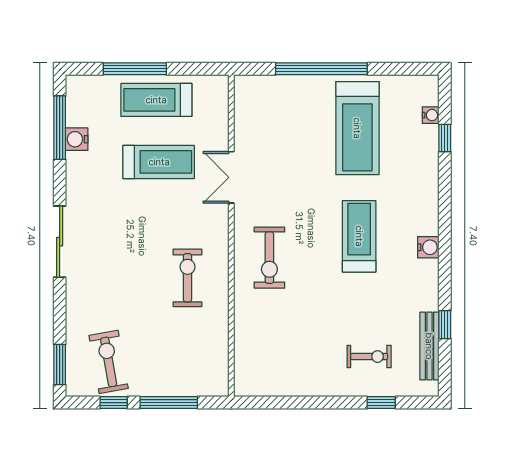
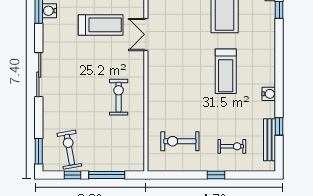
treadmill: (359, 236) -> (226, 71), turned 180
water cooler: (428, 247) -> (269, 94), moved
exercise bike: (269, 258) -> (180, 141), moved, turned 90
window: (381, 403) -> (216, 175), moved

